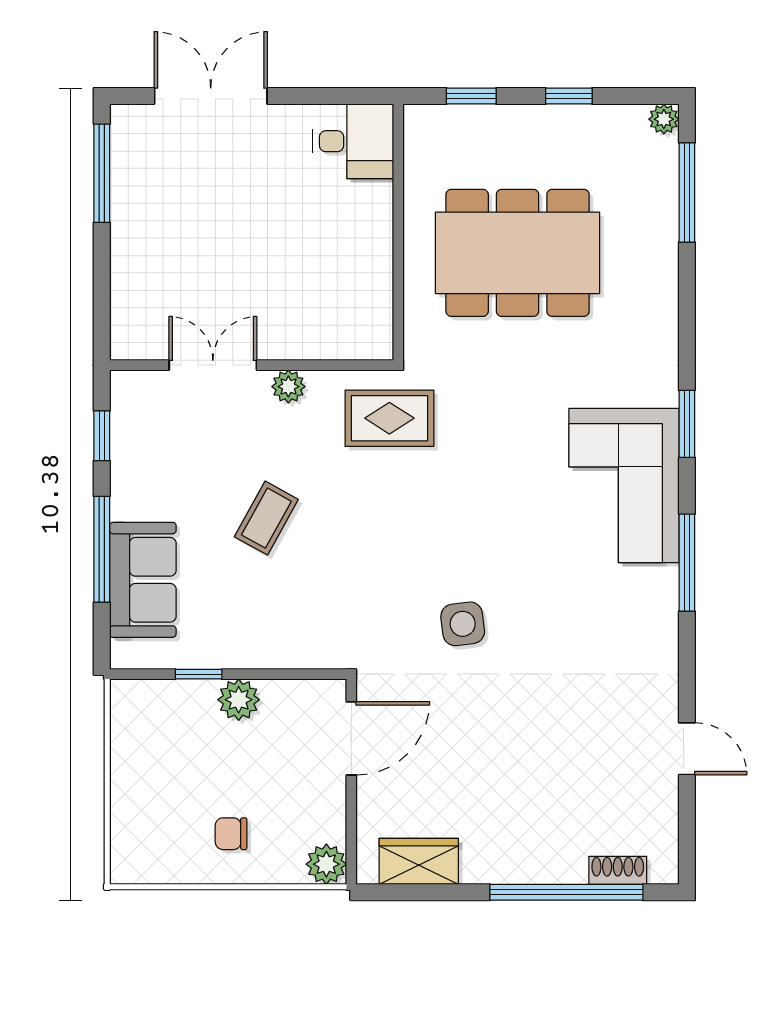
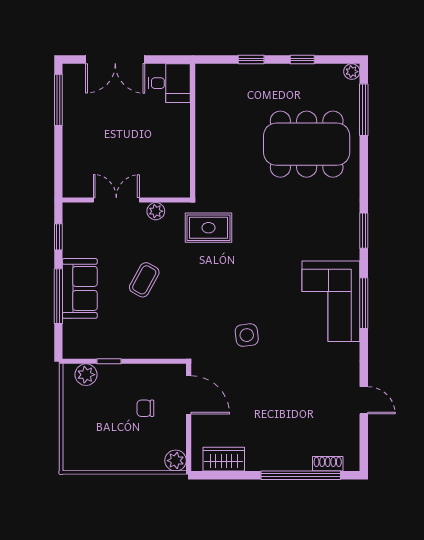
double door: (211, 96) -> (115, 60), swing flipped
desk: (353, 141) -> (169, 83), moved
wall: (398, 232) -> (193, 131), moved
dining table: (518, 253) -> (307, 144), moved
corner sofa: (624, 485) -> (331, 301), moved
sofa: (143, 580) -> (80, 288), moved
plant: (239, 700) -> (86, 375), moved
door: (351, 738) -> (189, 395), hinge flipped
chair: (231, 834) -> (145, 408), moved

